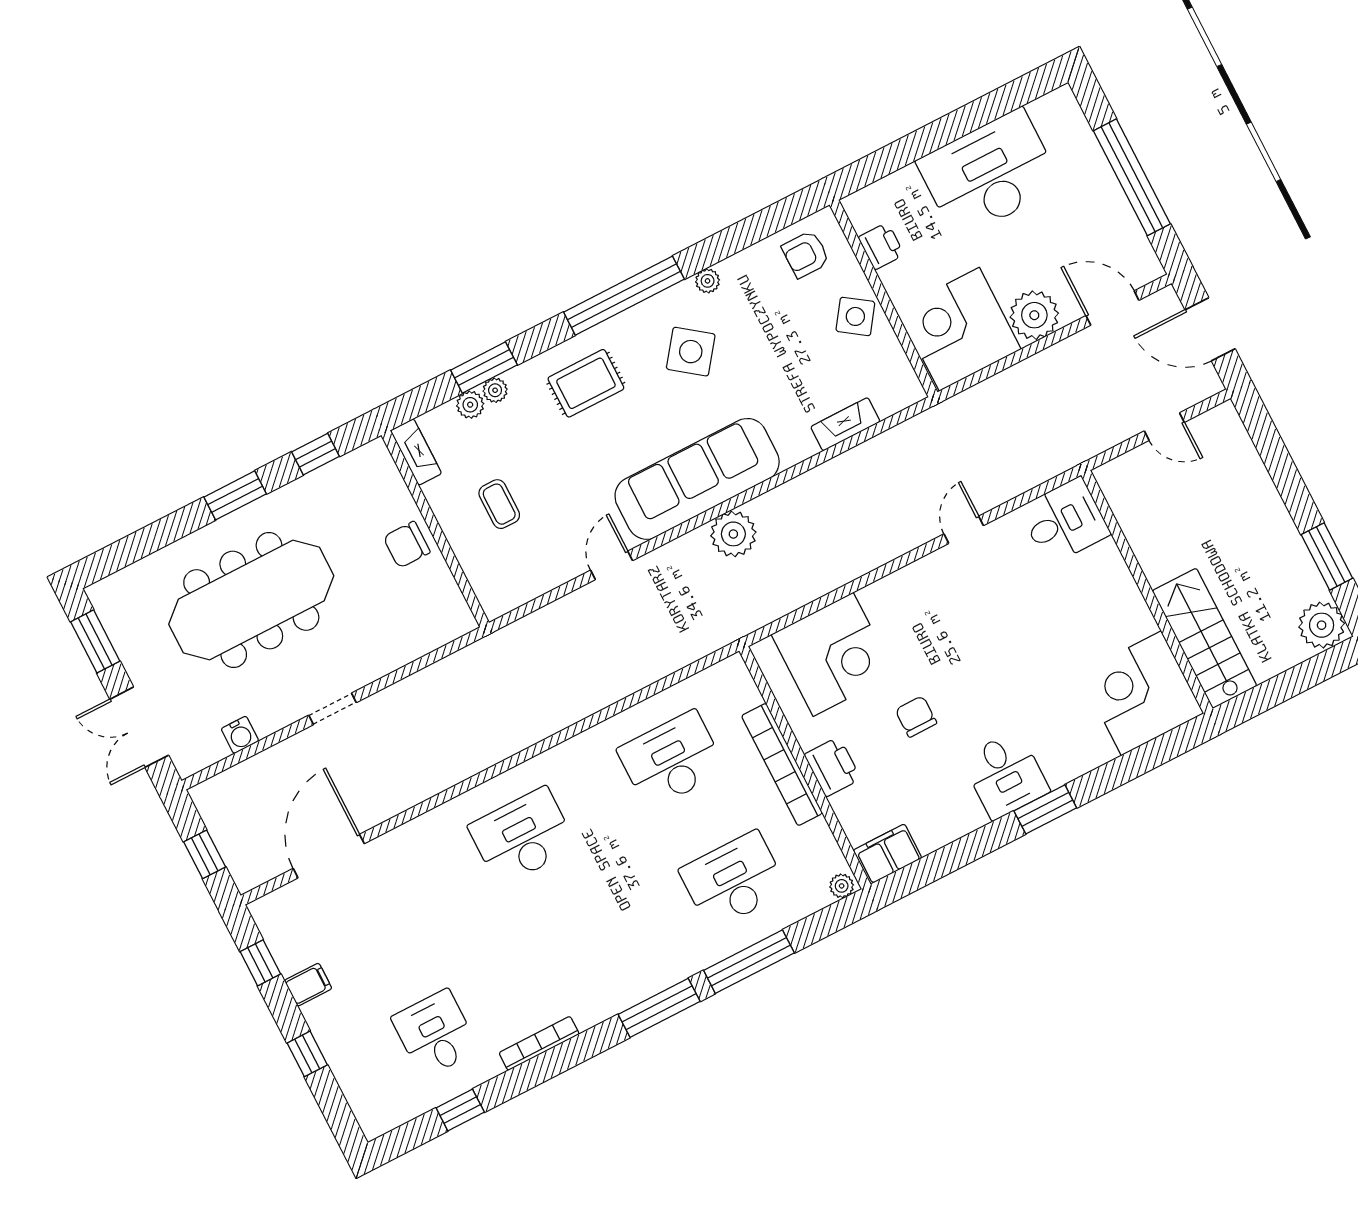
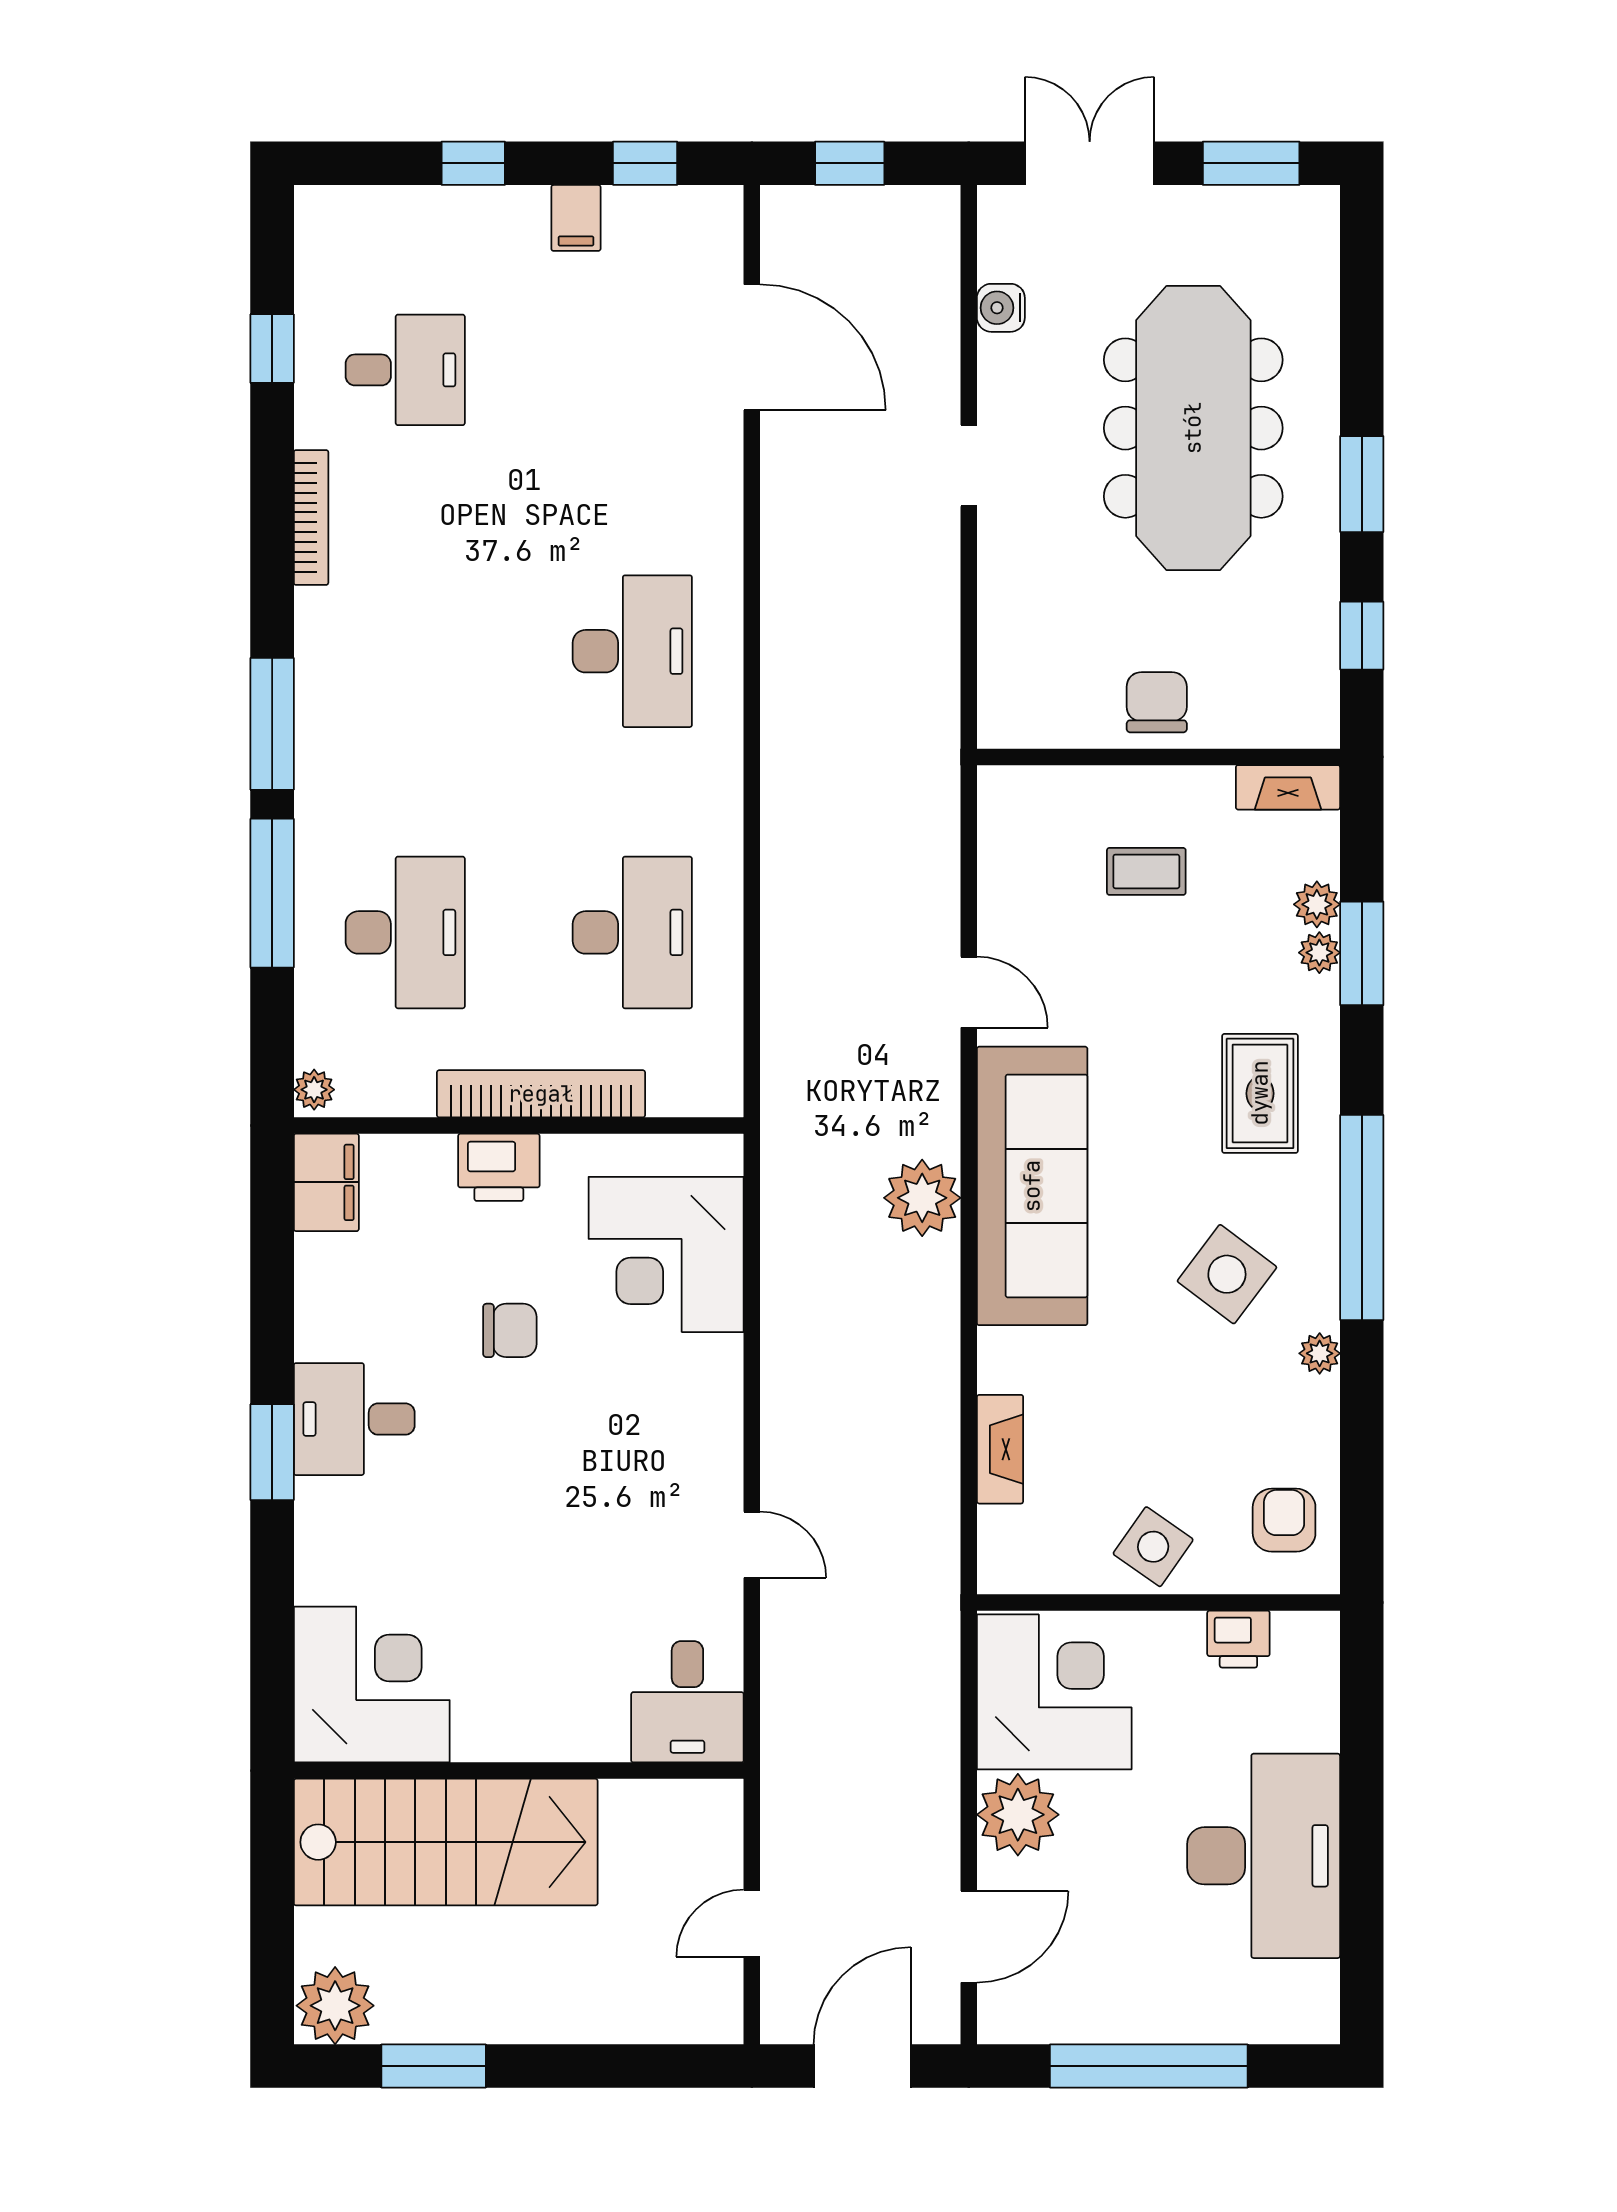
stairs: (1204, 638) -> (446, 1842), width x1.36, depth x1.51

